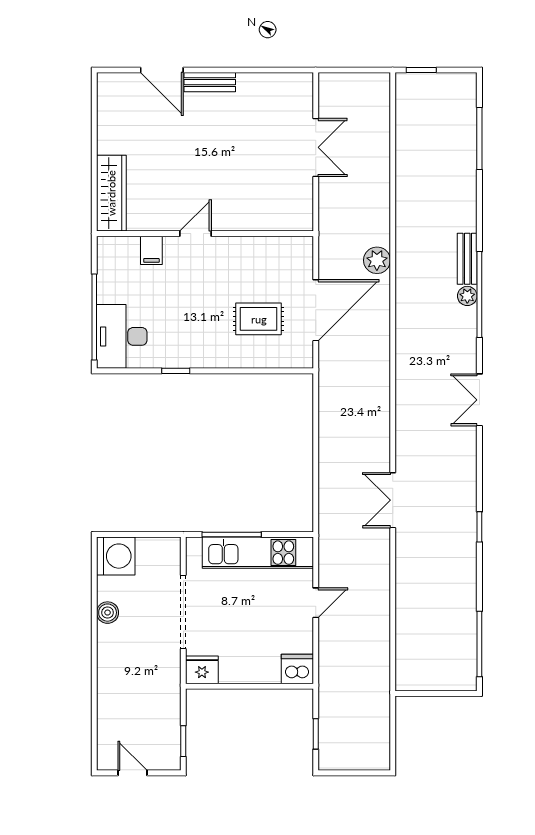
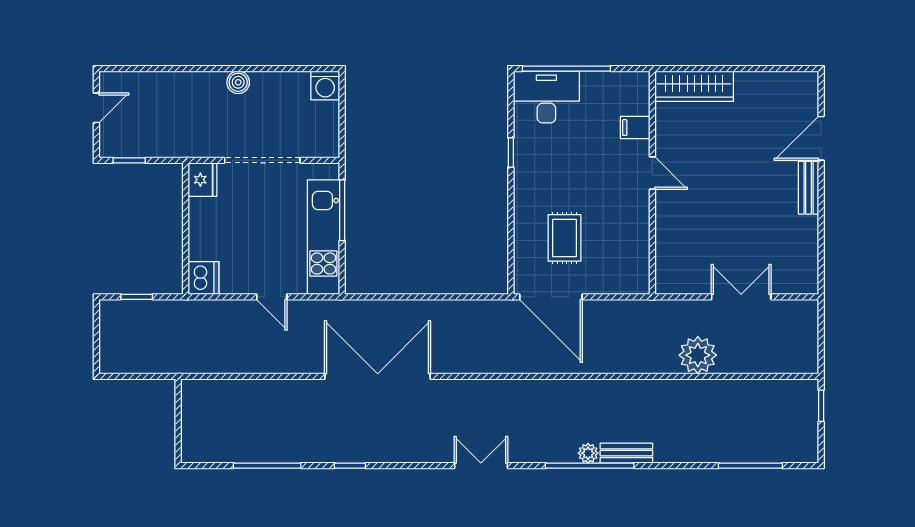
double door: (316, 147) -> (741, 297), swing flipped
plant: (377, 260) -> (698, 355), moved, width x1.36, depth x1.36
door: (316, 310) -> (551, 297), moved
double door: (393, 500) -> (378, 376), width x1.87
washing machine: (116, 556) -> (325, 85), width x0.73, depth x0.73
boiler: (108, 613) -> (238, 82), moved
window: (479, 644) -> (267, 466), moved

